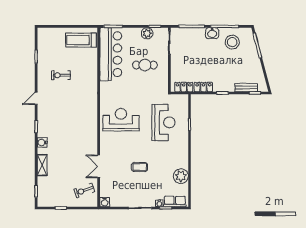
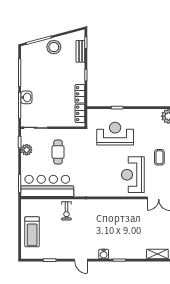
washbasin: (212, 33) -> (26, 97), moved
treadmill: (81, 40) -> (32, 232), moved
stool: (232, 42) -> (54, 47), moved
exercise bike: (61, 75) -> (66, 211), moved
door: (36, 98) -> (81, 260), moved
reception desk: (121, 120) -> (133, 175), moved
water cooler: (42, 142) -> (104, 254), moved

